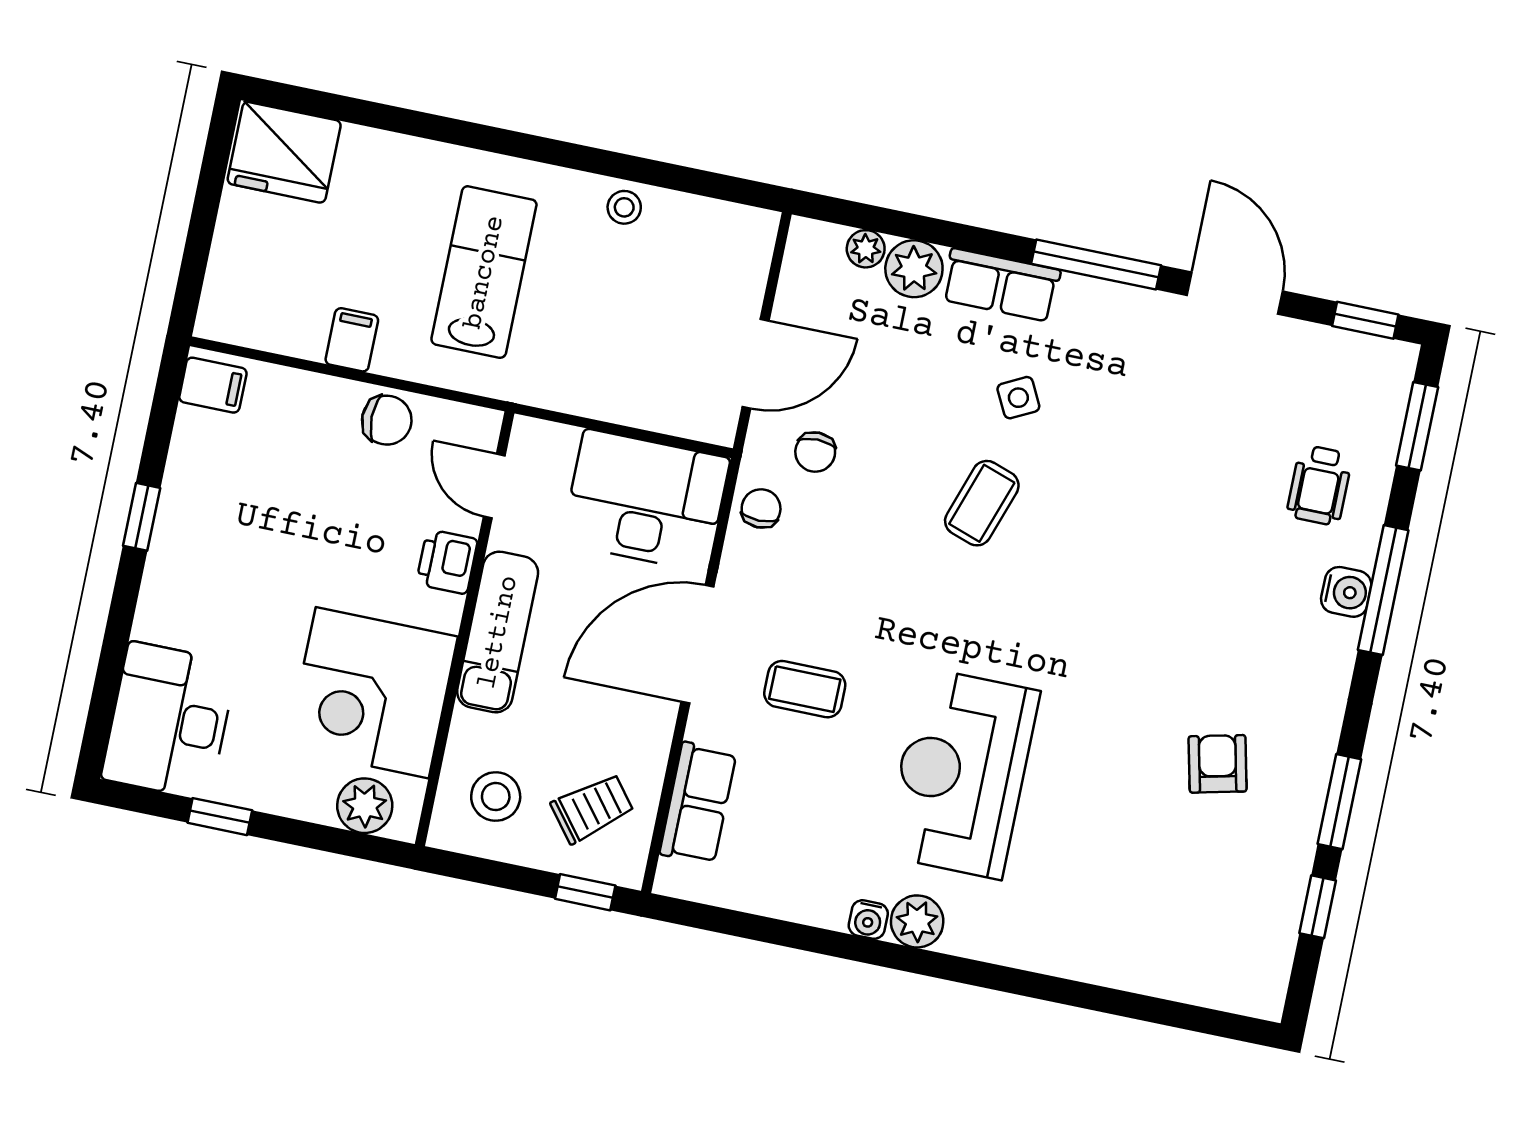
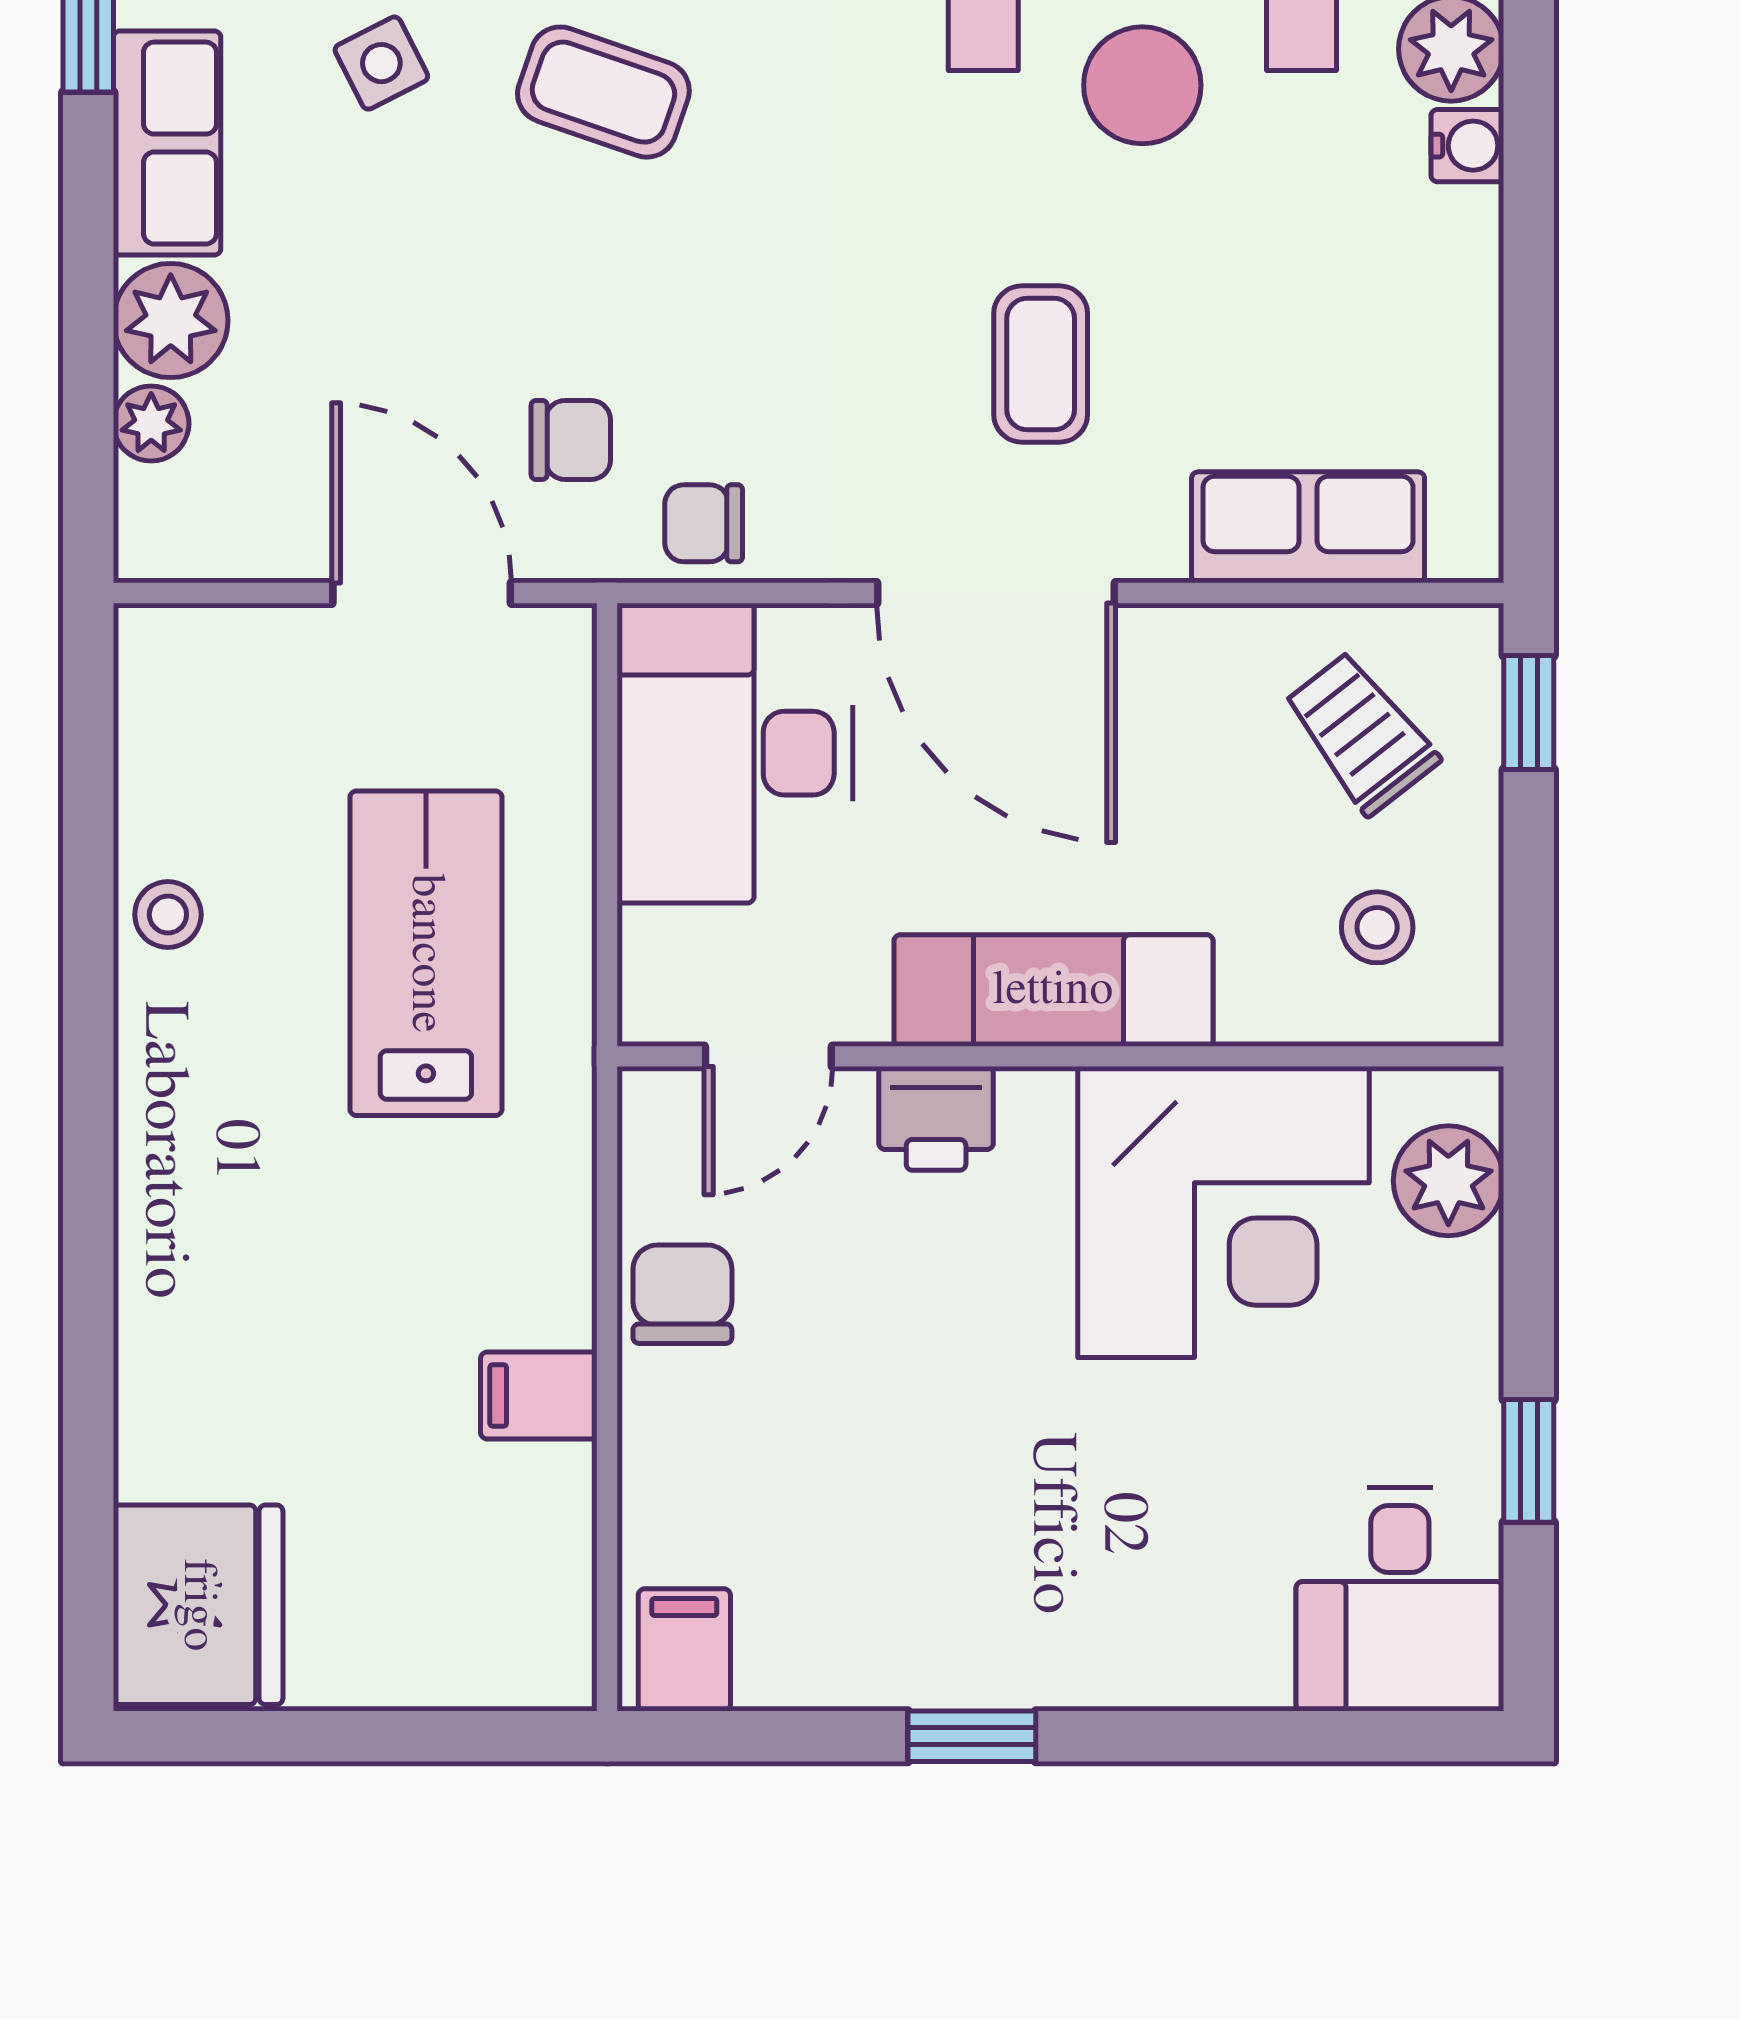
lab bench: (484, 272) -> (426, 953), moved, turned 90
desk: (169, 721) -> (1400, 1599), width x0.73
stool: (496, 797) -> (1377, 927), width x0.73, depth x0.73

